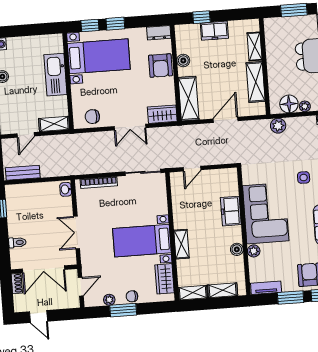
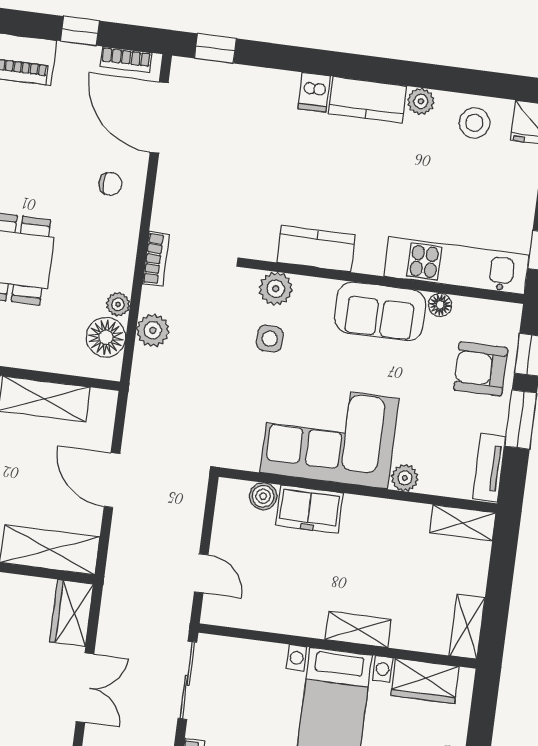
plant: (278, 126) -> (153, 330), moved
boiler: (237, 249) -> (263, 496), moved
shelving: (223, 290) -> (463, 523), moved, turned 90

